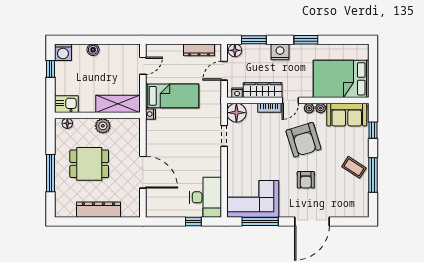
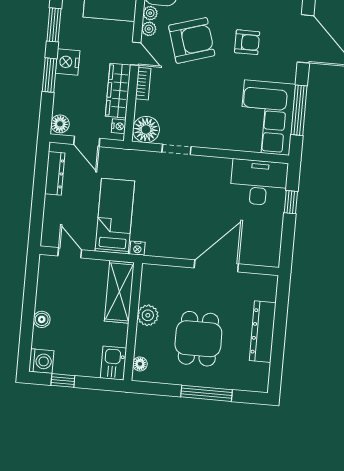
window: (254, 40) -> (49, 75), moved

